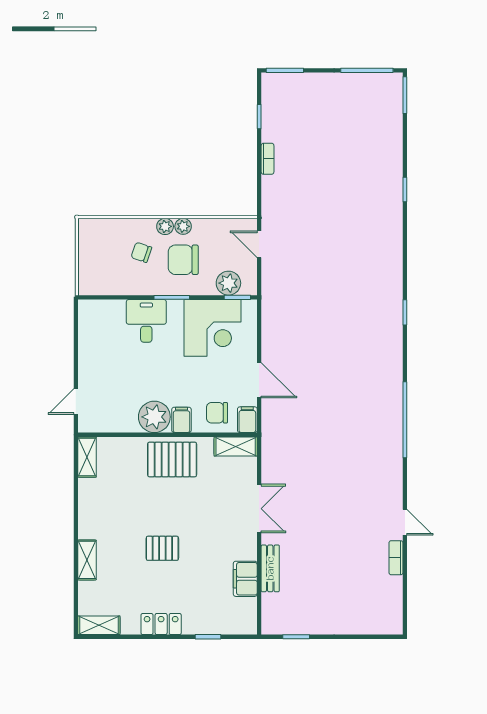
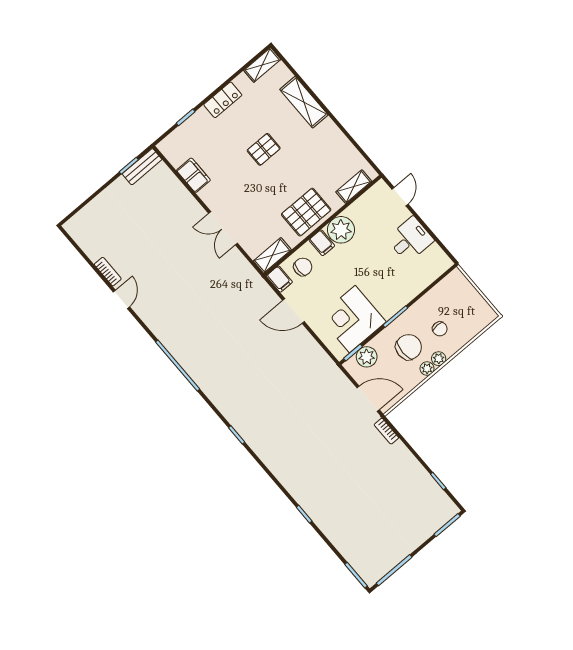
bookcase: (268, 159) -> (386, 431), moved
door: (259, 244) -> (368, 399), width x1.38
chair: (141, 252) -> (440, 329), turned 71
desk: (146, 321) -> (410, 239), moved, turned -90
shelving: (87, 457) -> (354, 187), moved, turned 90
door: (405, 522) -> (121, 299), swing flipped
shelving: (87, 560) -> (304, 102), width x1.50, depth x1.33
bench: (270, 568) -> (142, 167), moved, turned 90

